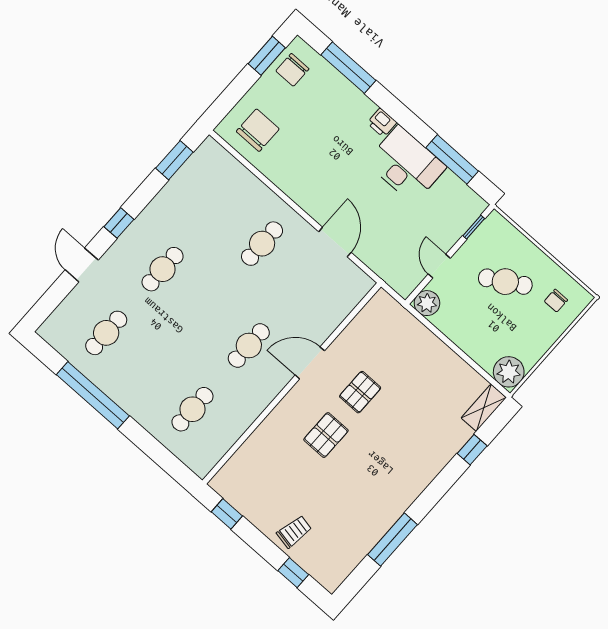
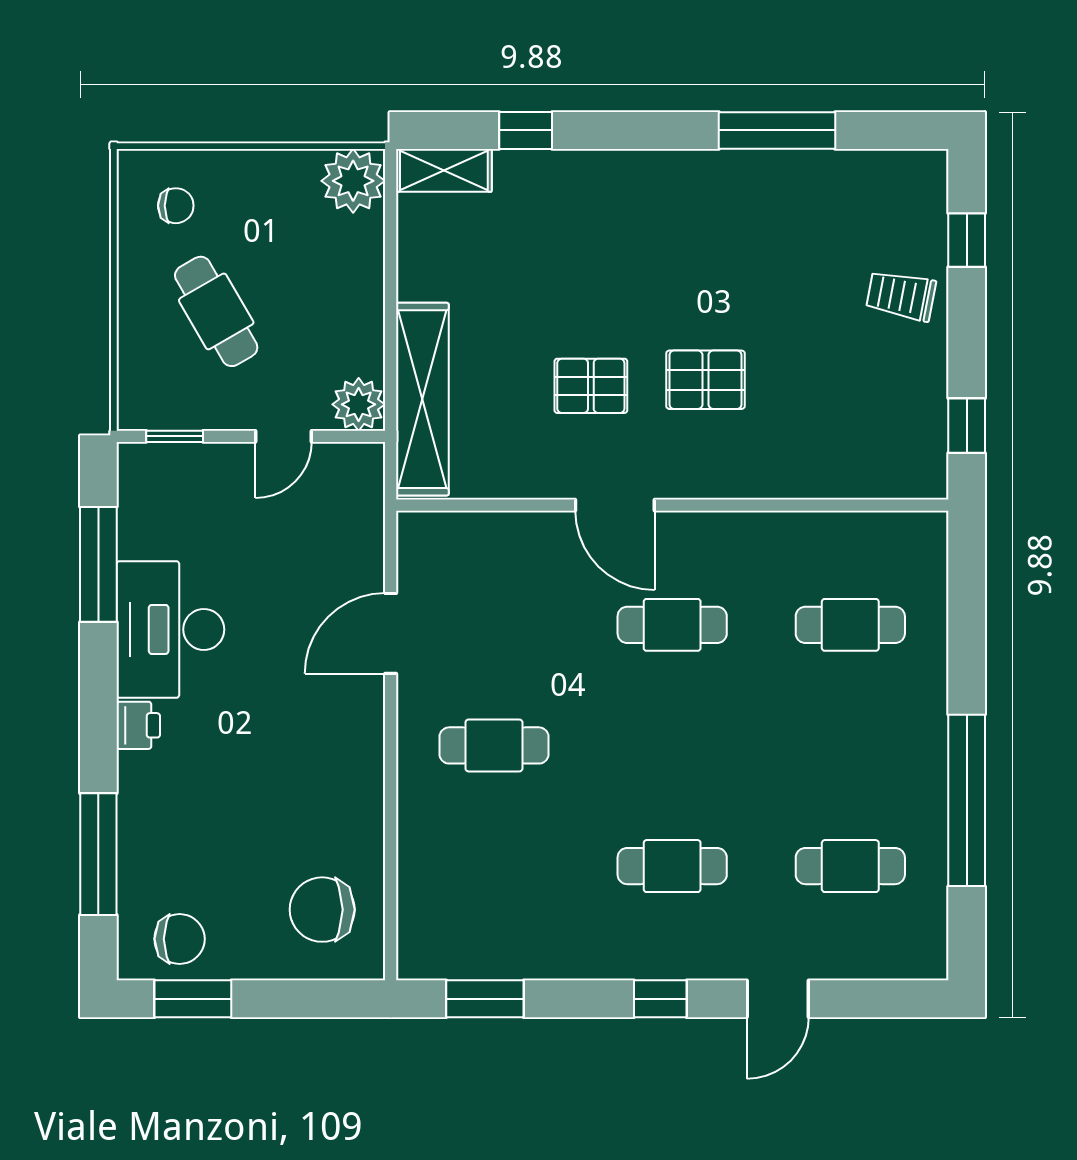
shelving: (409, 328) -> (422, 399), added

